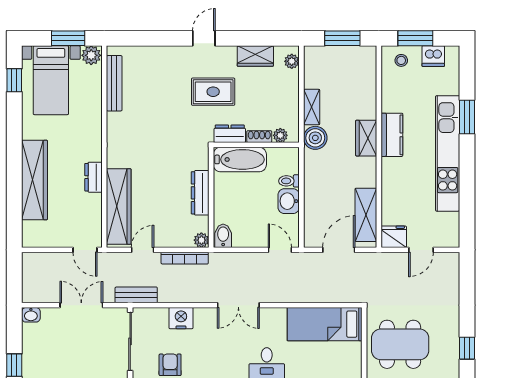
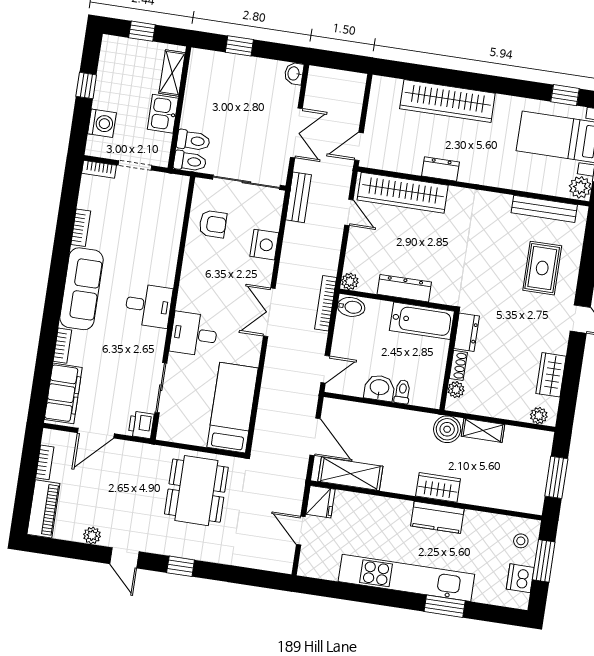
rug: (213, 92) -> (542, 268), moved
bathtub: (240, 159) -> (422, 321), moved, turned -90
bookcase: (185, 258) -> (326, 303), moved

